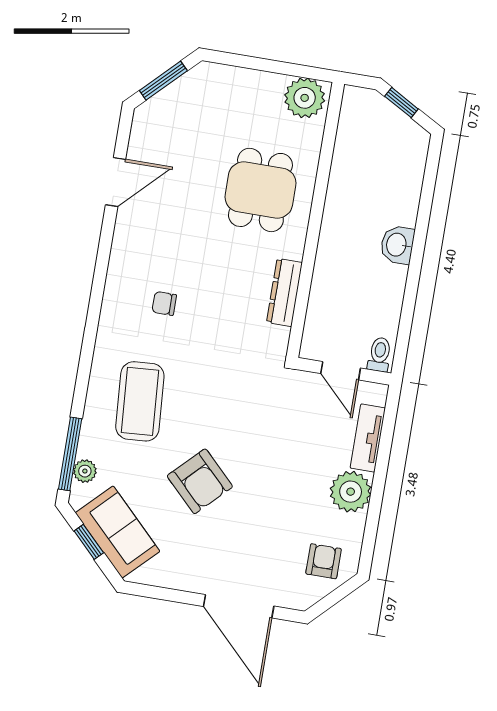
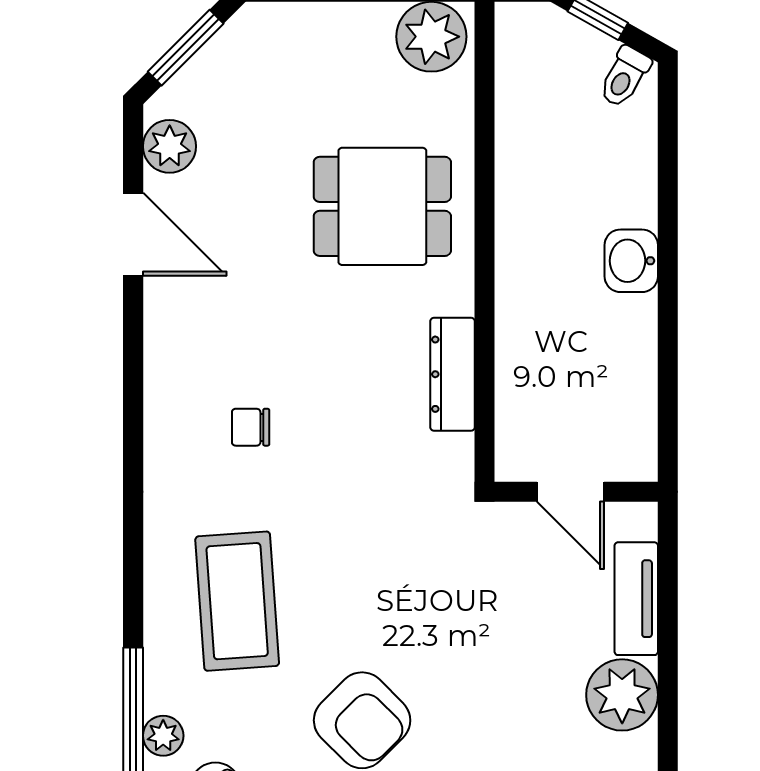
plant: (145, 135) -> (170, 146), added
door: (116, 182) -> (133, 234), hinge flipped
dining table: (260, 190) -> (382, 206), turned 90
toilet: (380, 354) -> (624, 77), moved, turned -151

